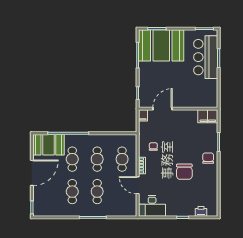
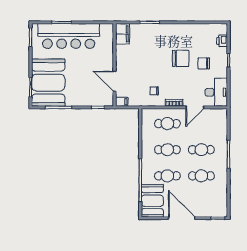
bar counter: (206, 57) -> (69, 36), width x1.36
chair: (208, 158) -> (204, 63), moved

